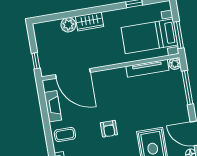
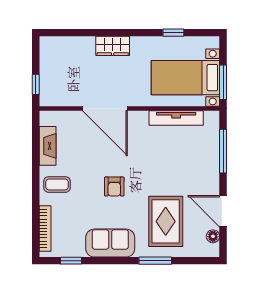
plant: (68, 25) -> (85, 46), removed
plant: (175, 64) -> (212, 118), removed
door: (73, 73) -> (105, 108), moved

